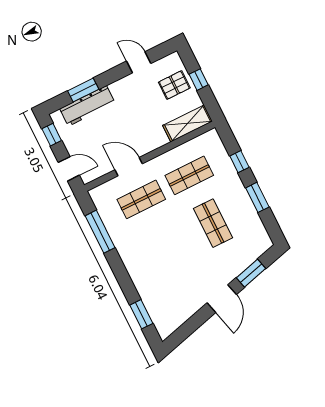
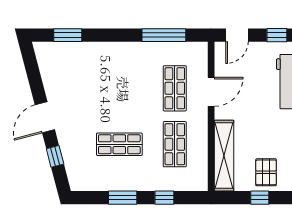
shelving: (188, 123) -> (224, 156), width x1.47
window: (251, 273) -> (55, 156), width x0.67
door: (222, 299) -> (45, 117), hinge flipped

